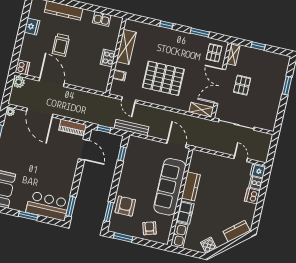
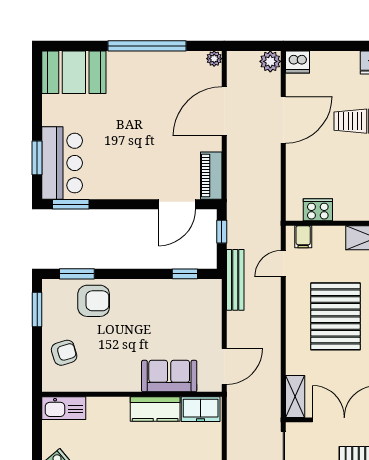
cooker: (108, 58) -> (318, 210), moved
filing cabinet: (119, 75) -> (303, 237), moved
sofa: (170, 187) -> (169, 376), width x0.54, depth x0.79
freezer: (185, 212) -> (201, 409), moved
window: (28, 216) -> (37, 158), moved

